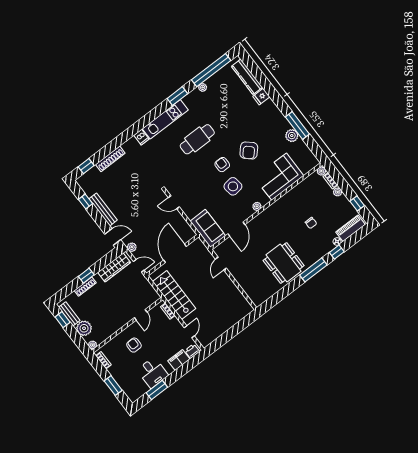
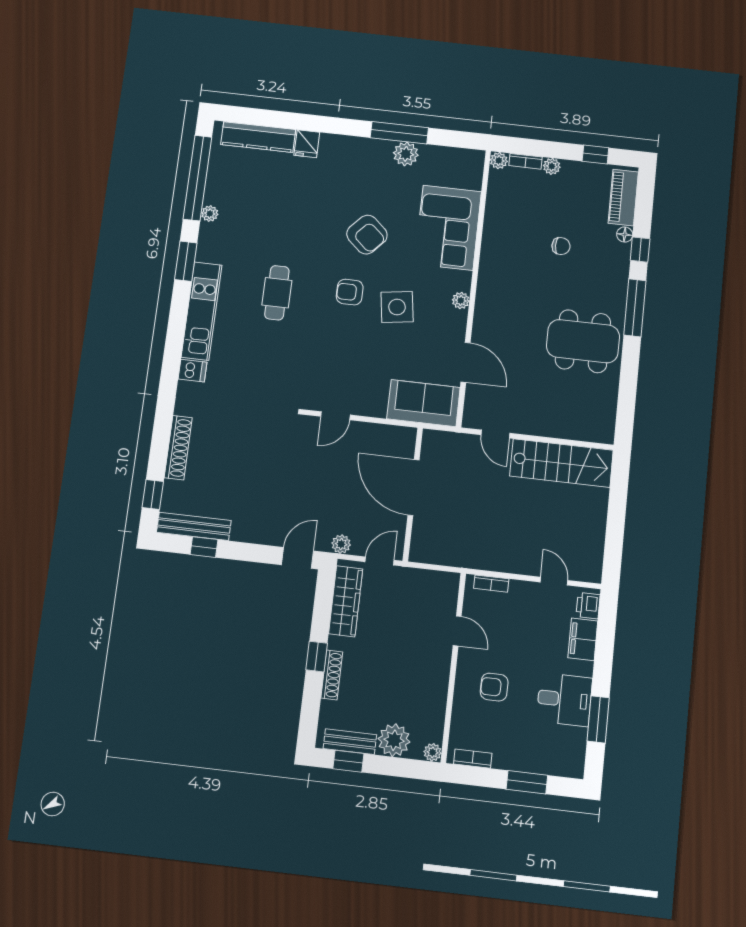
cafe table: (197, 139) -> (277, 293), width x0.73, depth x0.74
bench: (103, 209) -> (194, 526), moved
stairs: (174, 295) -> (562, 463), moved, turned 180

